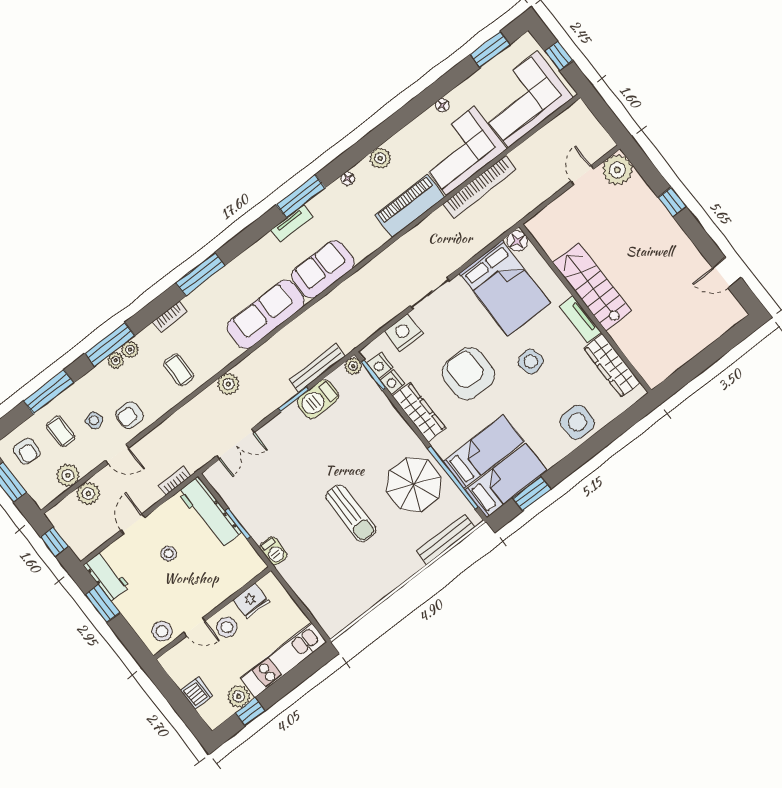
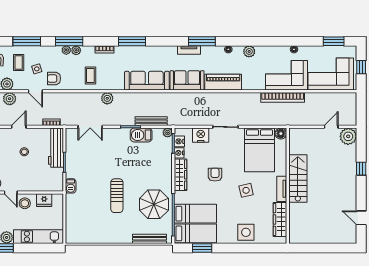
piano: (410, 206) -> (223, 82), moved
armchair: (468, 374) -> (215, 175), width x0.53, depth x0.53

